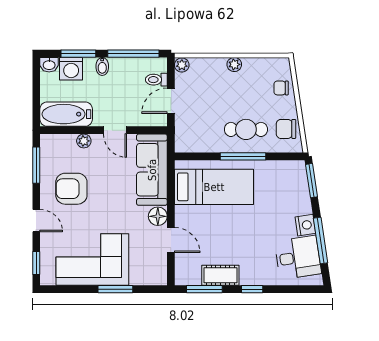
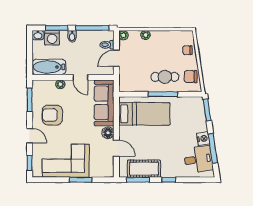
plant: (234, 64) -> (145, 35), moved
cot: (220, 275) -> (144, 169), width x1.37, depth x1.34

